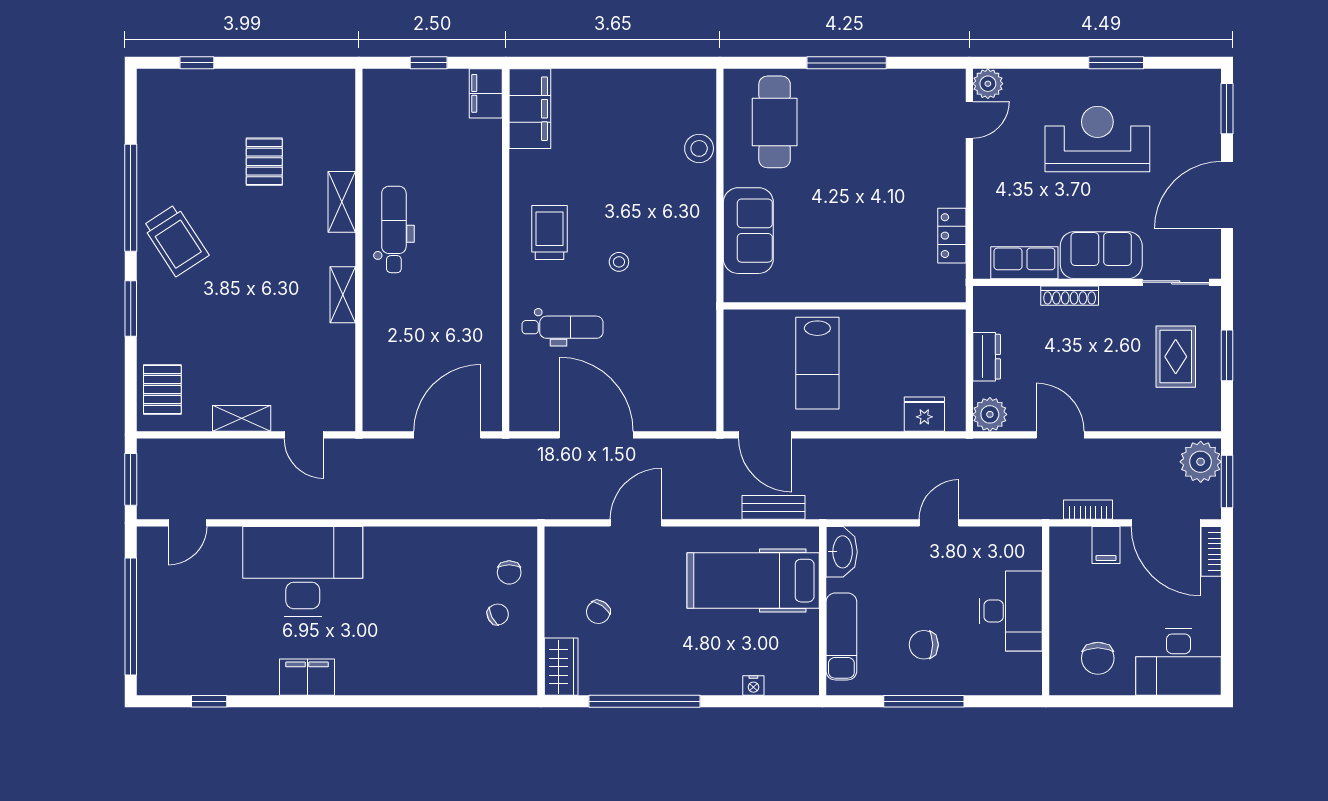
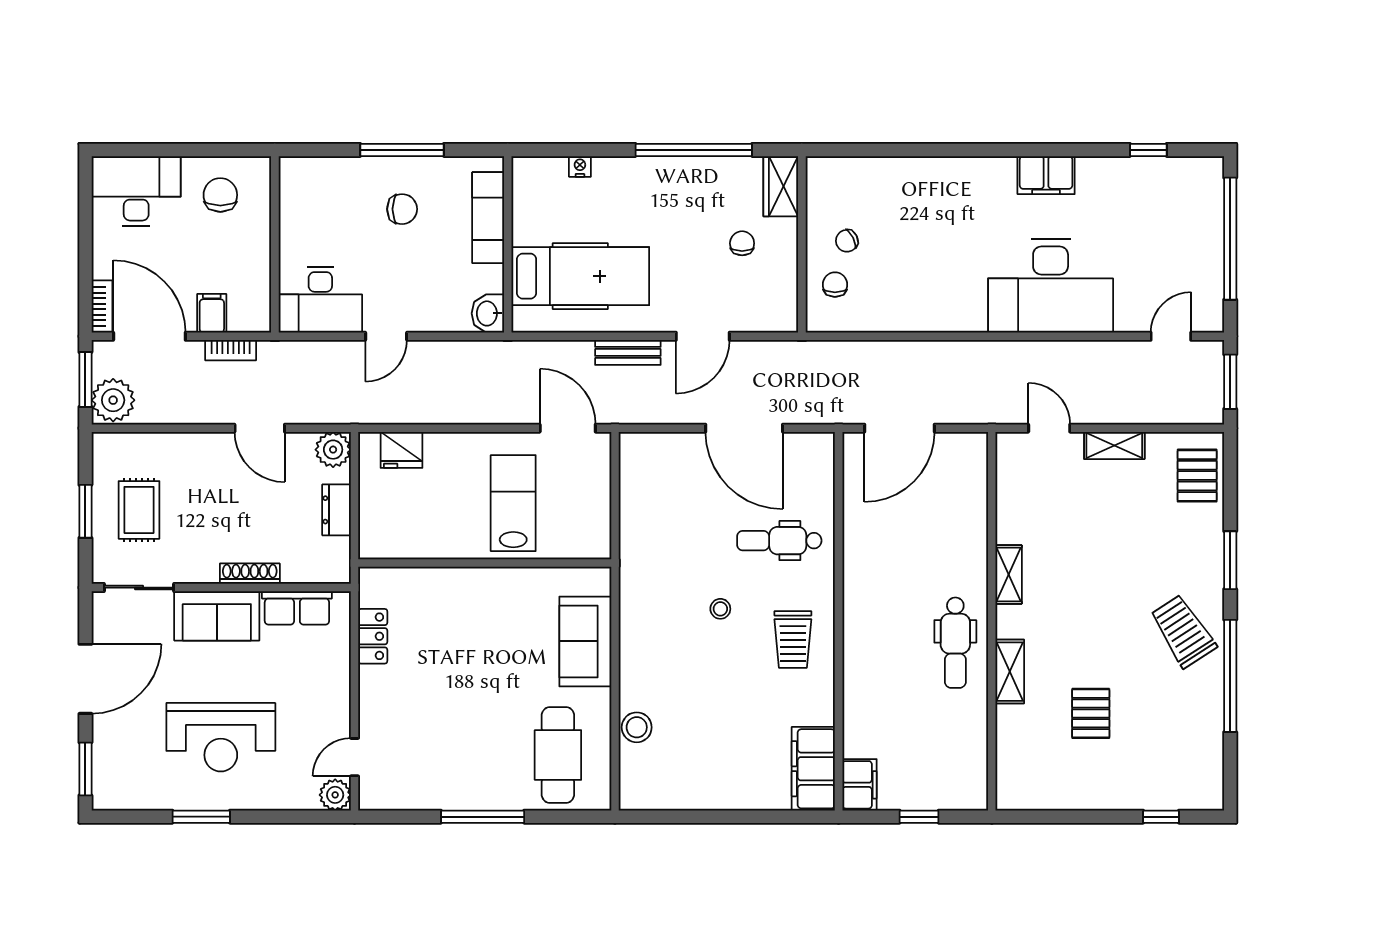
bench: (774, 507) -> (628, 352), moved
washbasin: (842, 552) -> (488, 313), width x0.72
desk: (1011, 611) -> (320, 300), moved, turned -90
chair: (598, 612) -> (742, 243), turned -34

